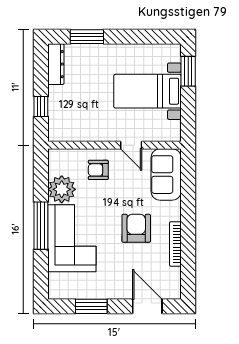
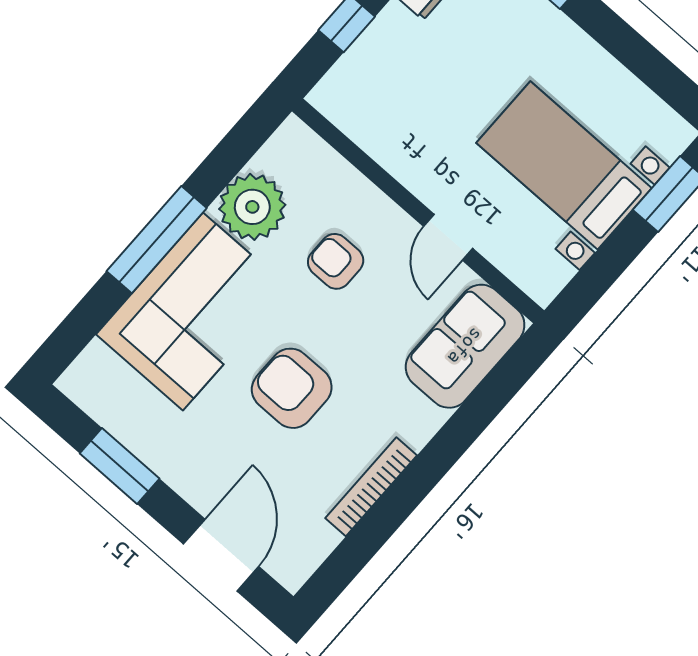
armchair: (98, 170) -> (336, 261), moved
armchair: (136, 228) -> (292, 388), moved, turned -90

